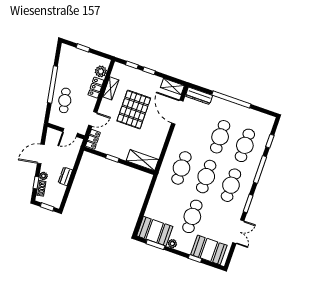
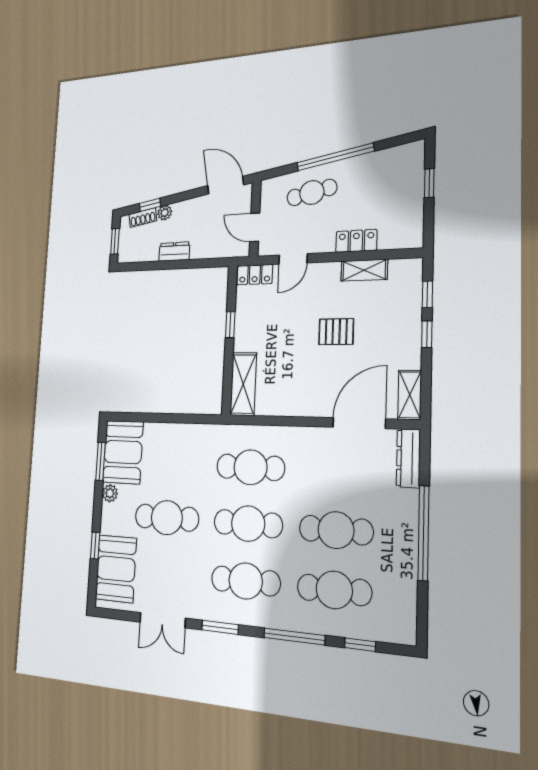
plant: (101, 71) -> (392, 237), removed
pallet: (134, 109) -> (336, 332), width x0.49, depth x0.50
door: (93, 119) -> (293, 259), hinge flipped
door: (41, 154) -> (225, 185), moved

